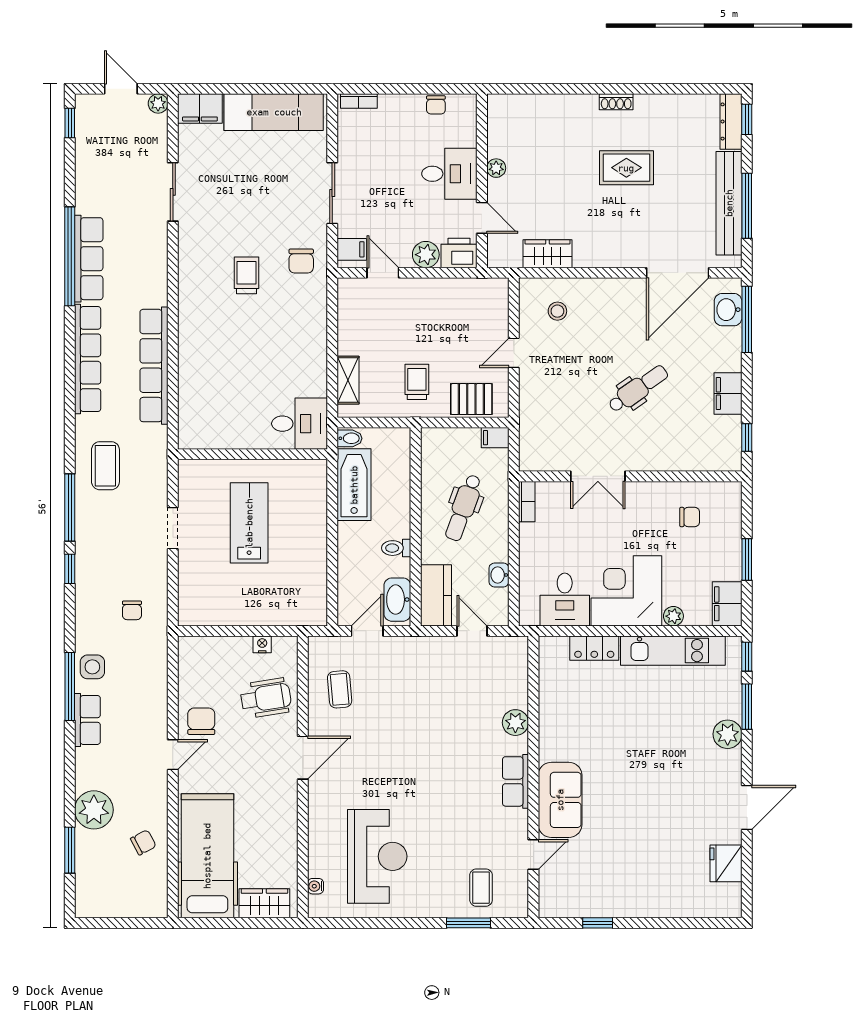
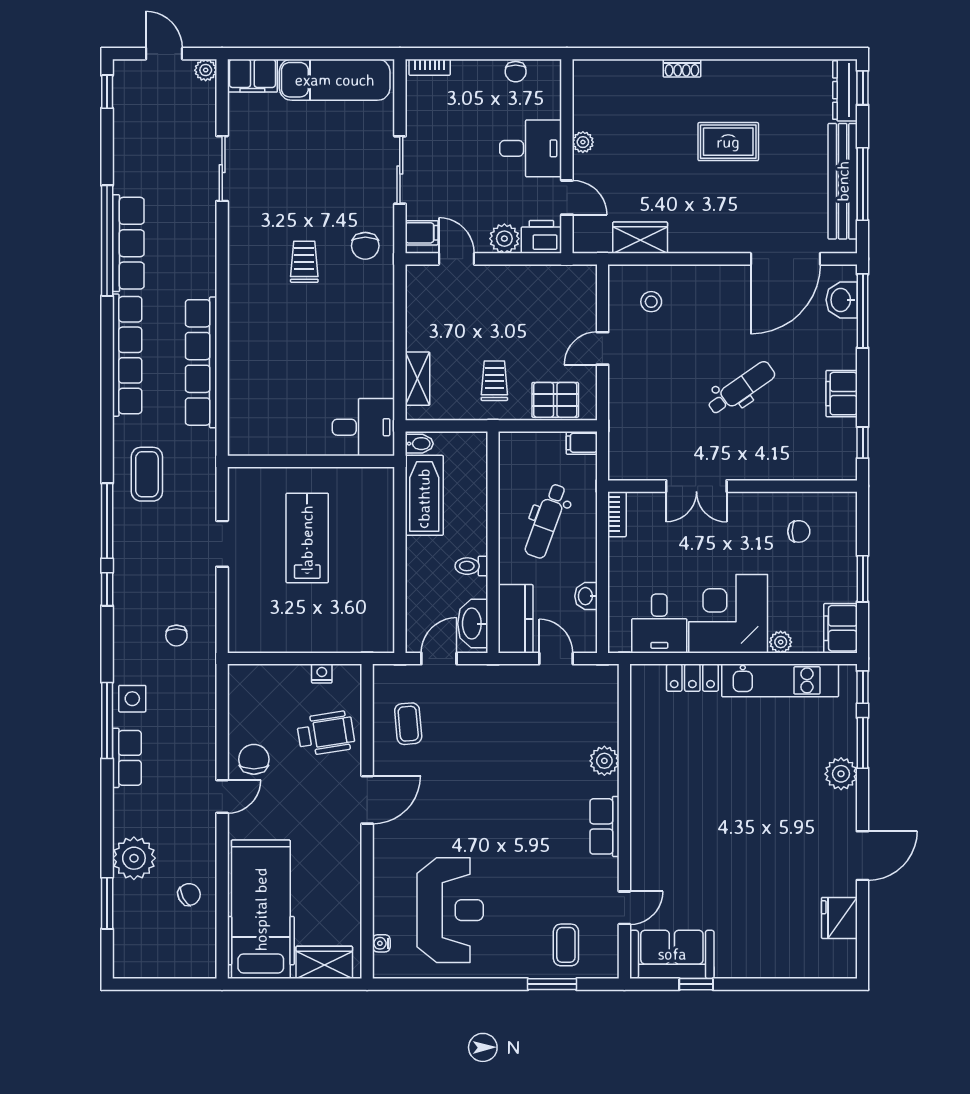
shoe rack: (616, 102) -> (682, 68), moved
sofa: (560, 800) -> (672, 954), moved, turned -90

